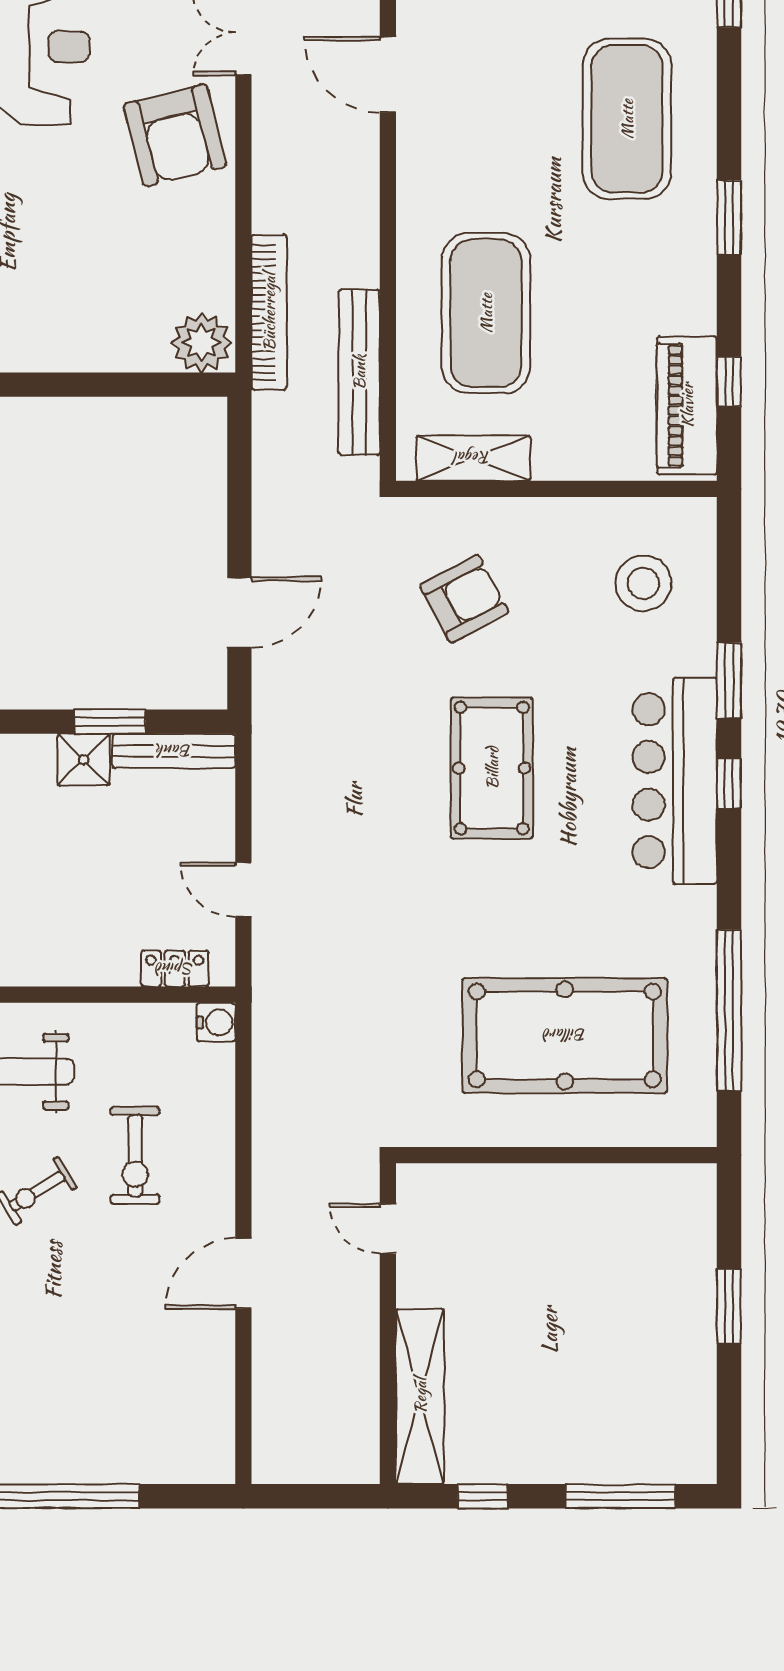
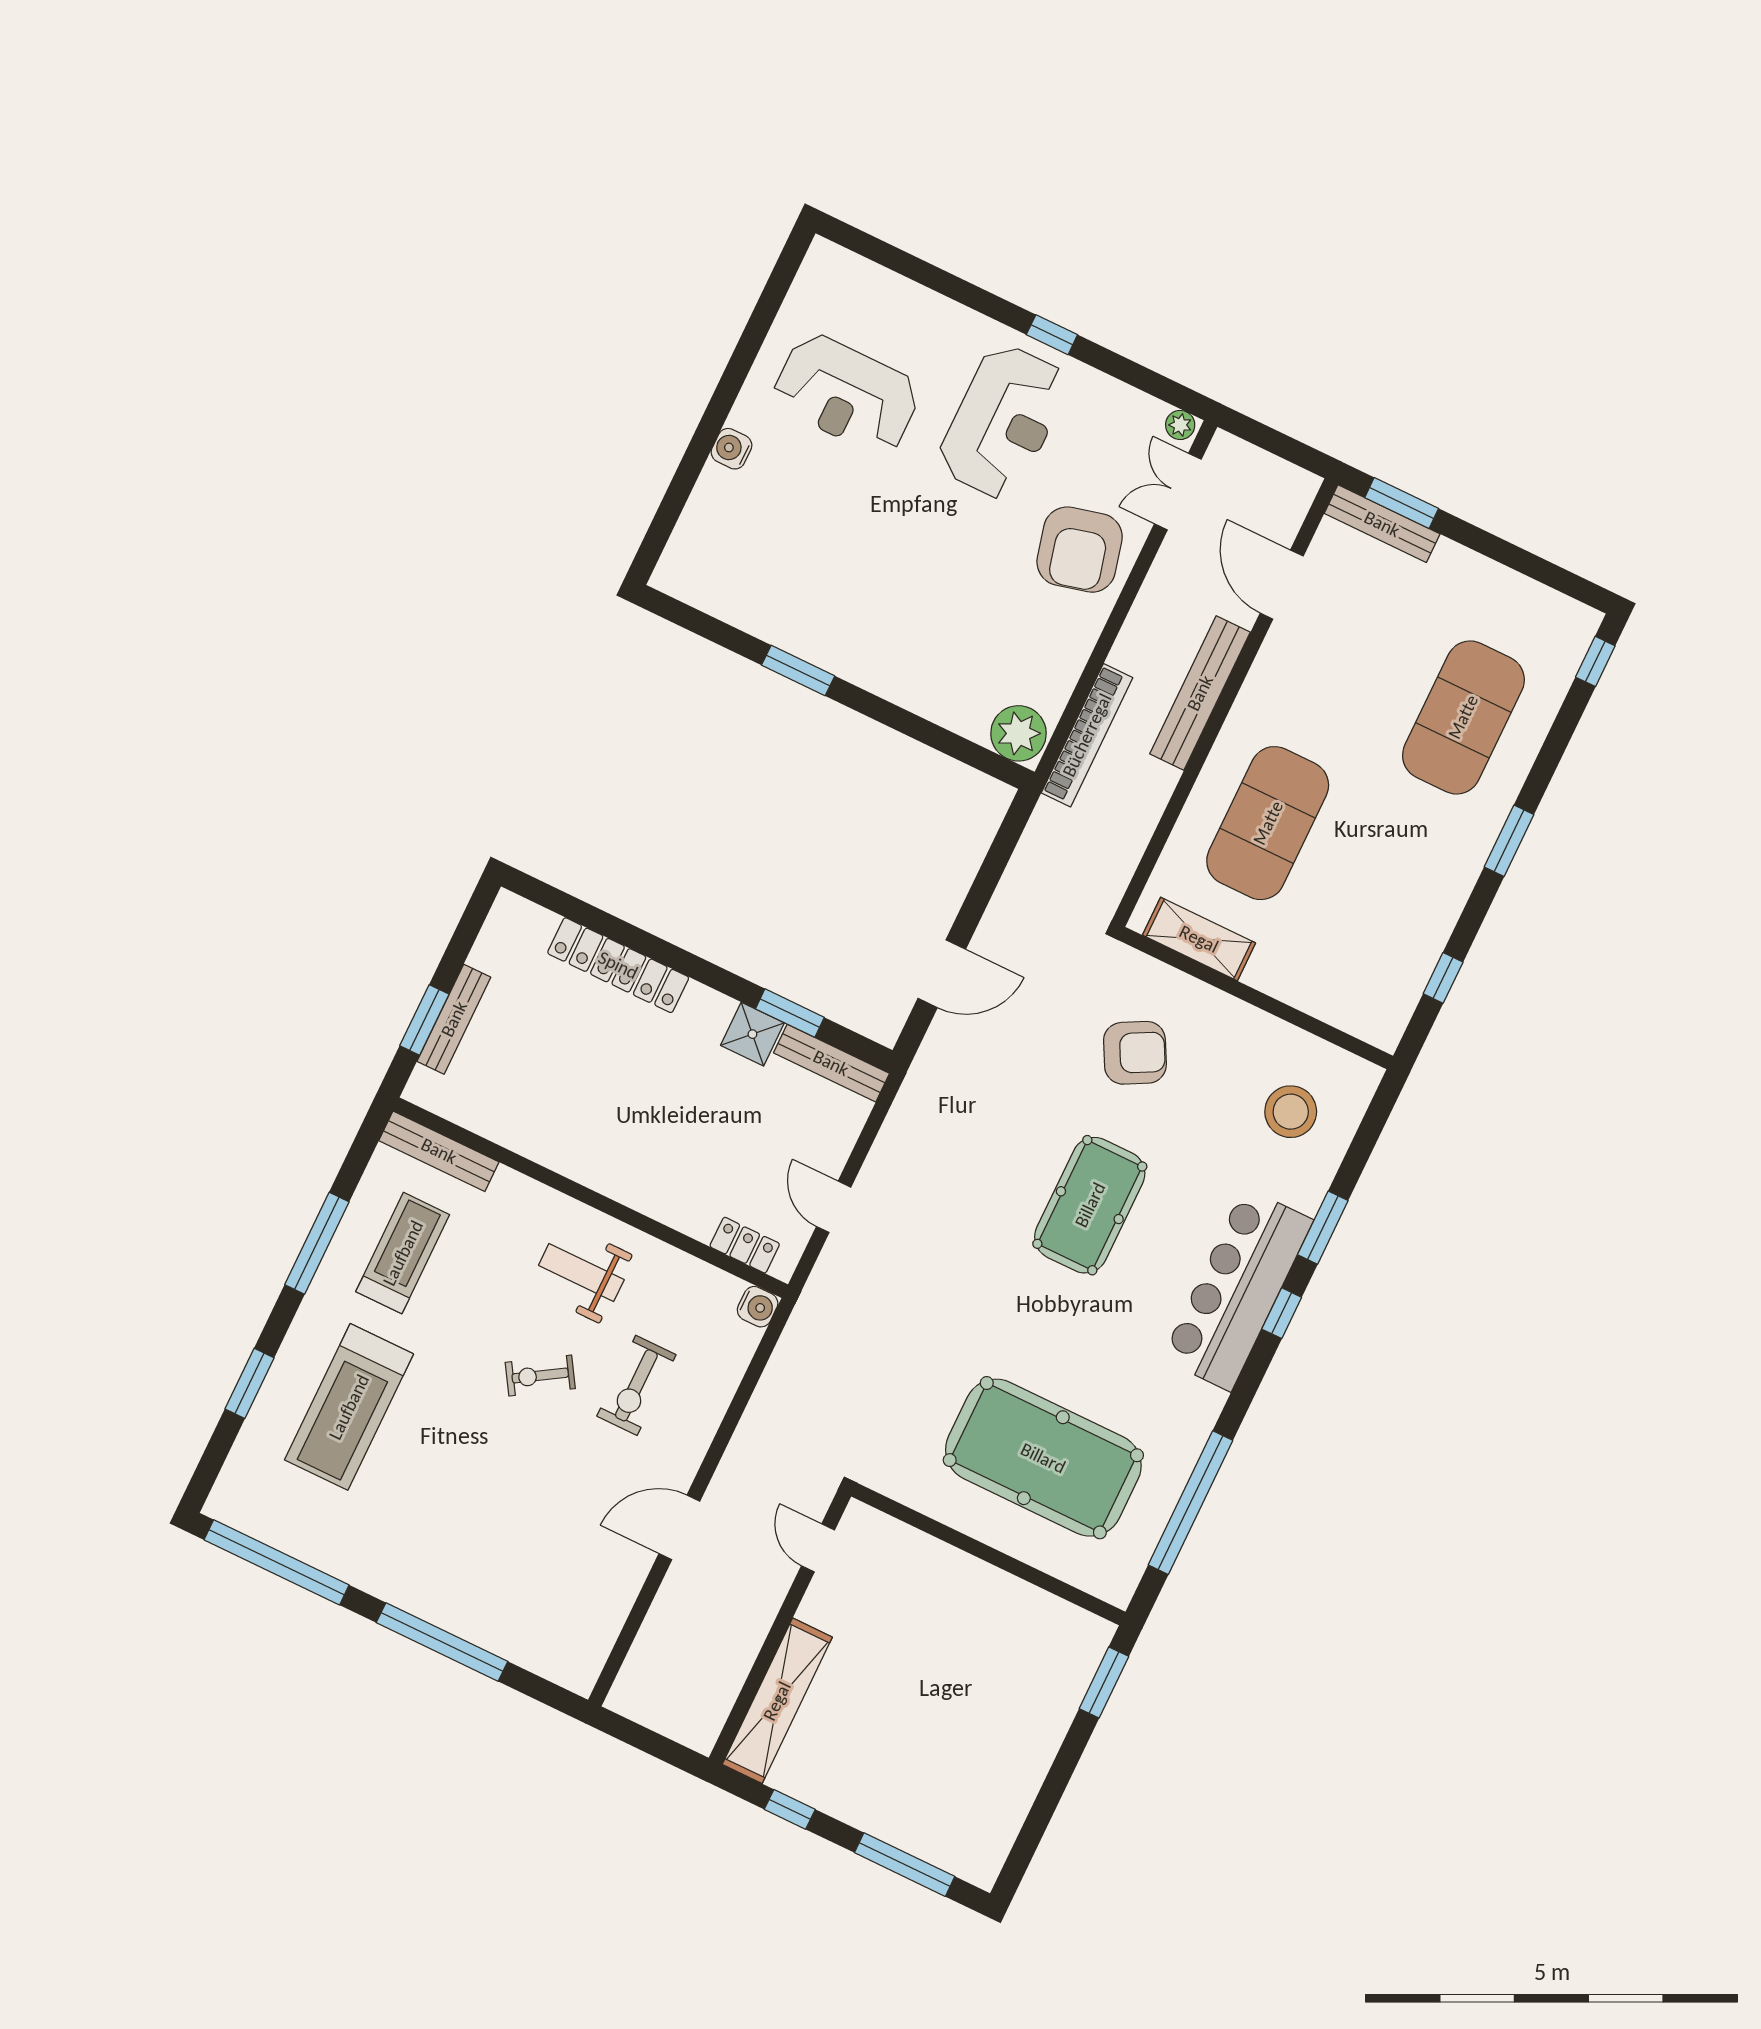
bench: (359, 372) -> (1200, 693), moved
piano: (687, 405) -> (1398, 981), removed
window: (729, 1306) -> (1104, 1682), moved

